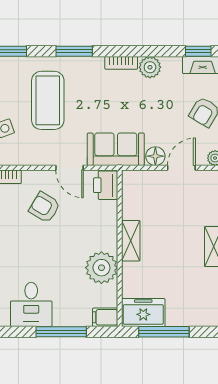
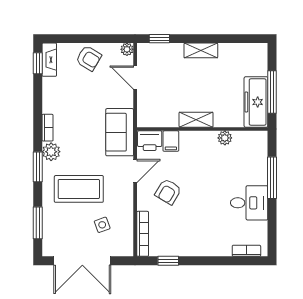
plant: (150, 67) -> (51, 152), moved
floor lamp: (155, 156) -> (125, 99), removed
plant: (101, 268) -> (225, 138), width x0.53, depth x0.53
freezer: (143, 313) -> (256, 102), width x1.40
filing cabinet: (105, 317) -> (171, 141), moved

